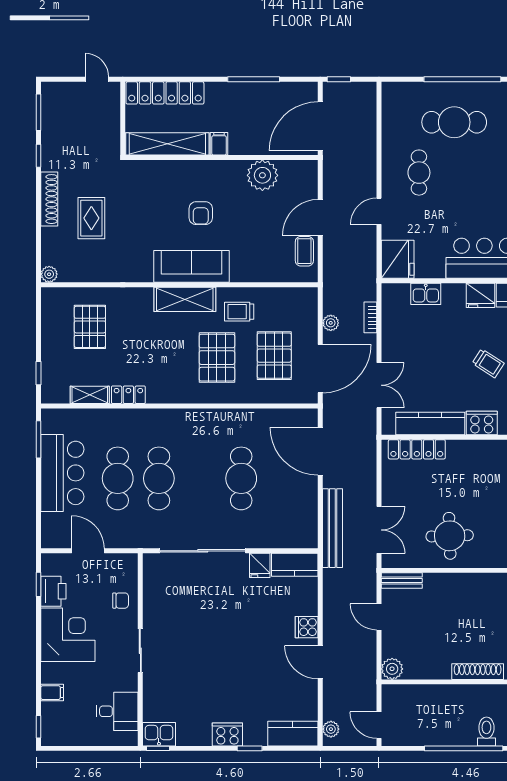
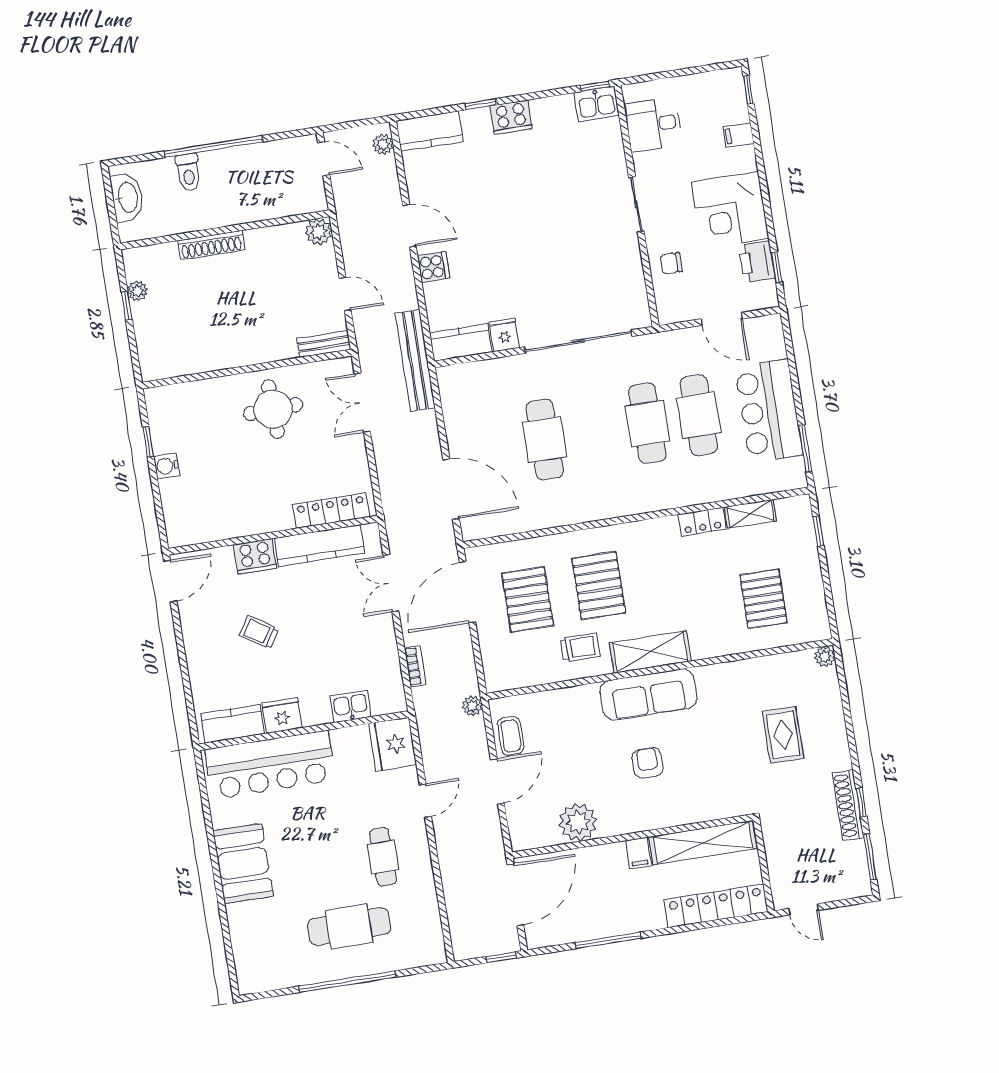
shoe rack: (49, 199) -> (848, 805), moved
plant: (331, 323) -> (472, 706), moved
bench: (332, 528) -> (415, 360), moved

